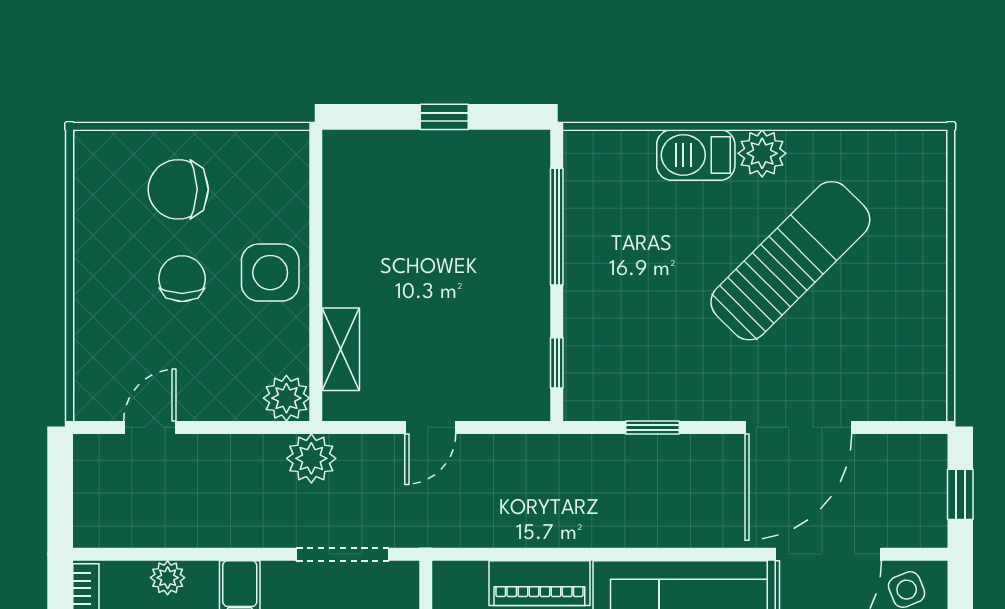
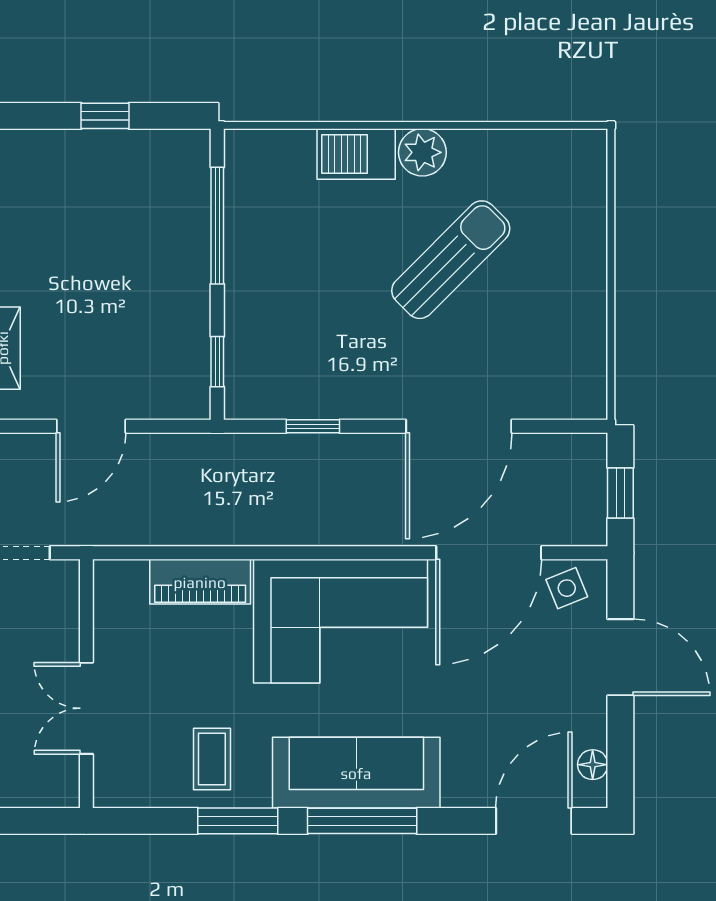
sun lounger: (790, 261) -> (451, 260), width x0.73, depth x0.75
door: (430, 427) -> (91, 426), width x1.37

